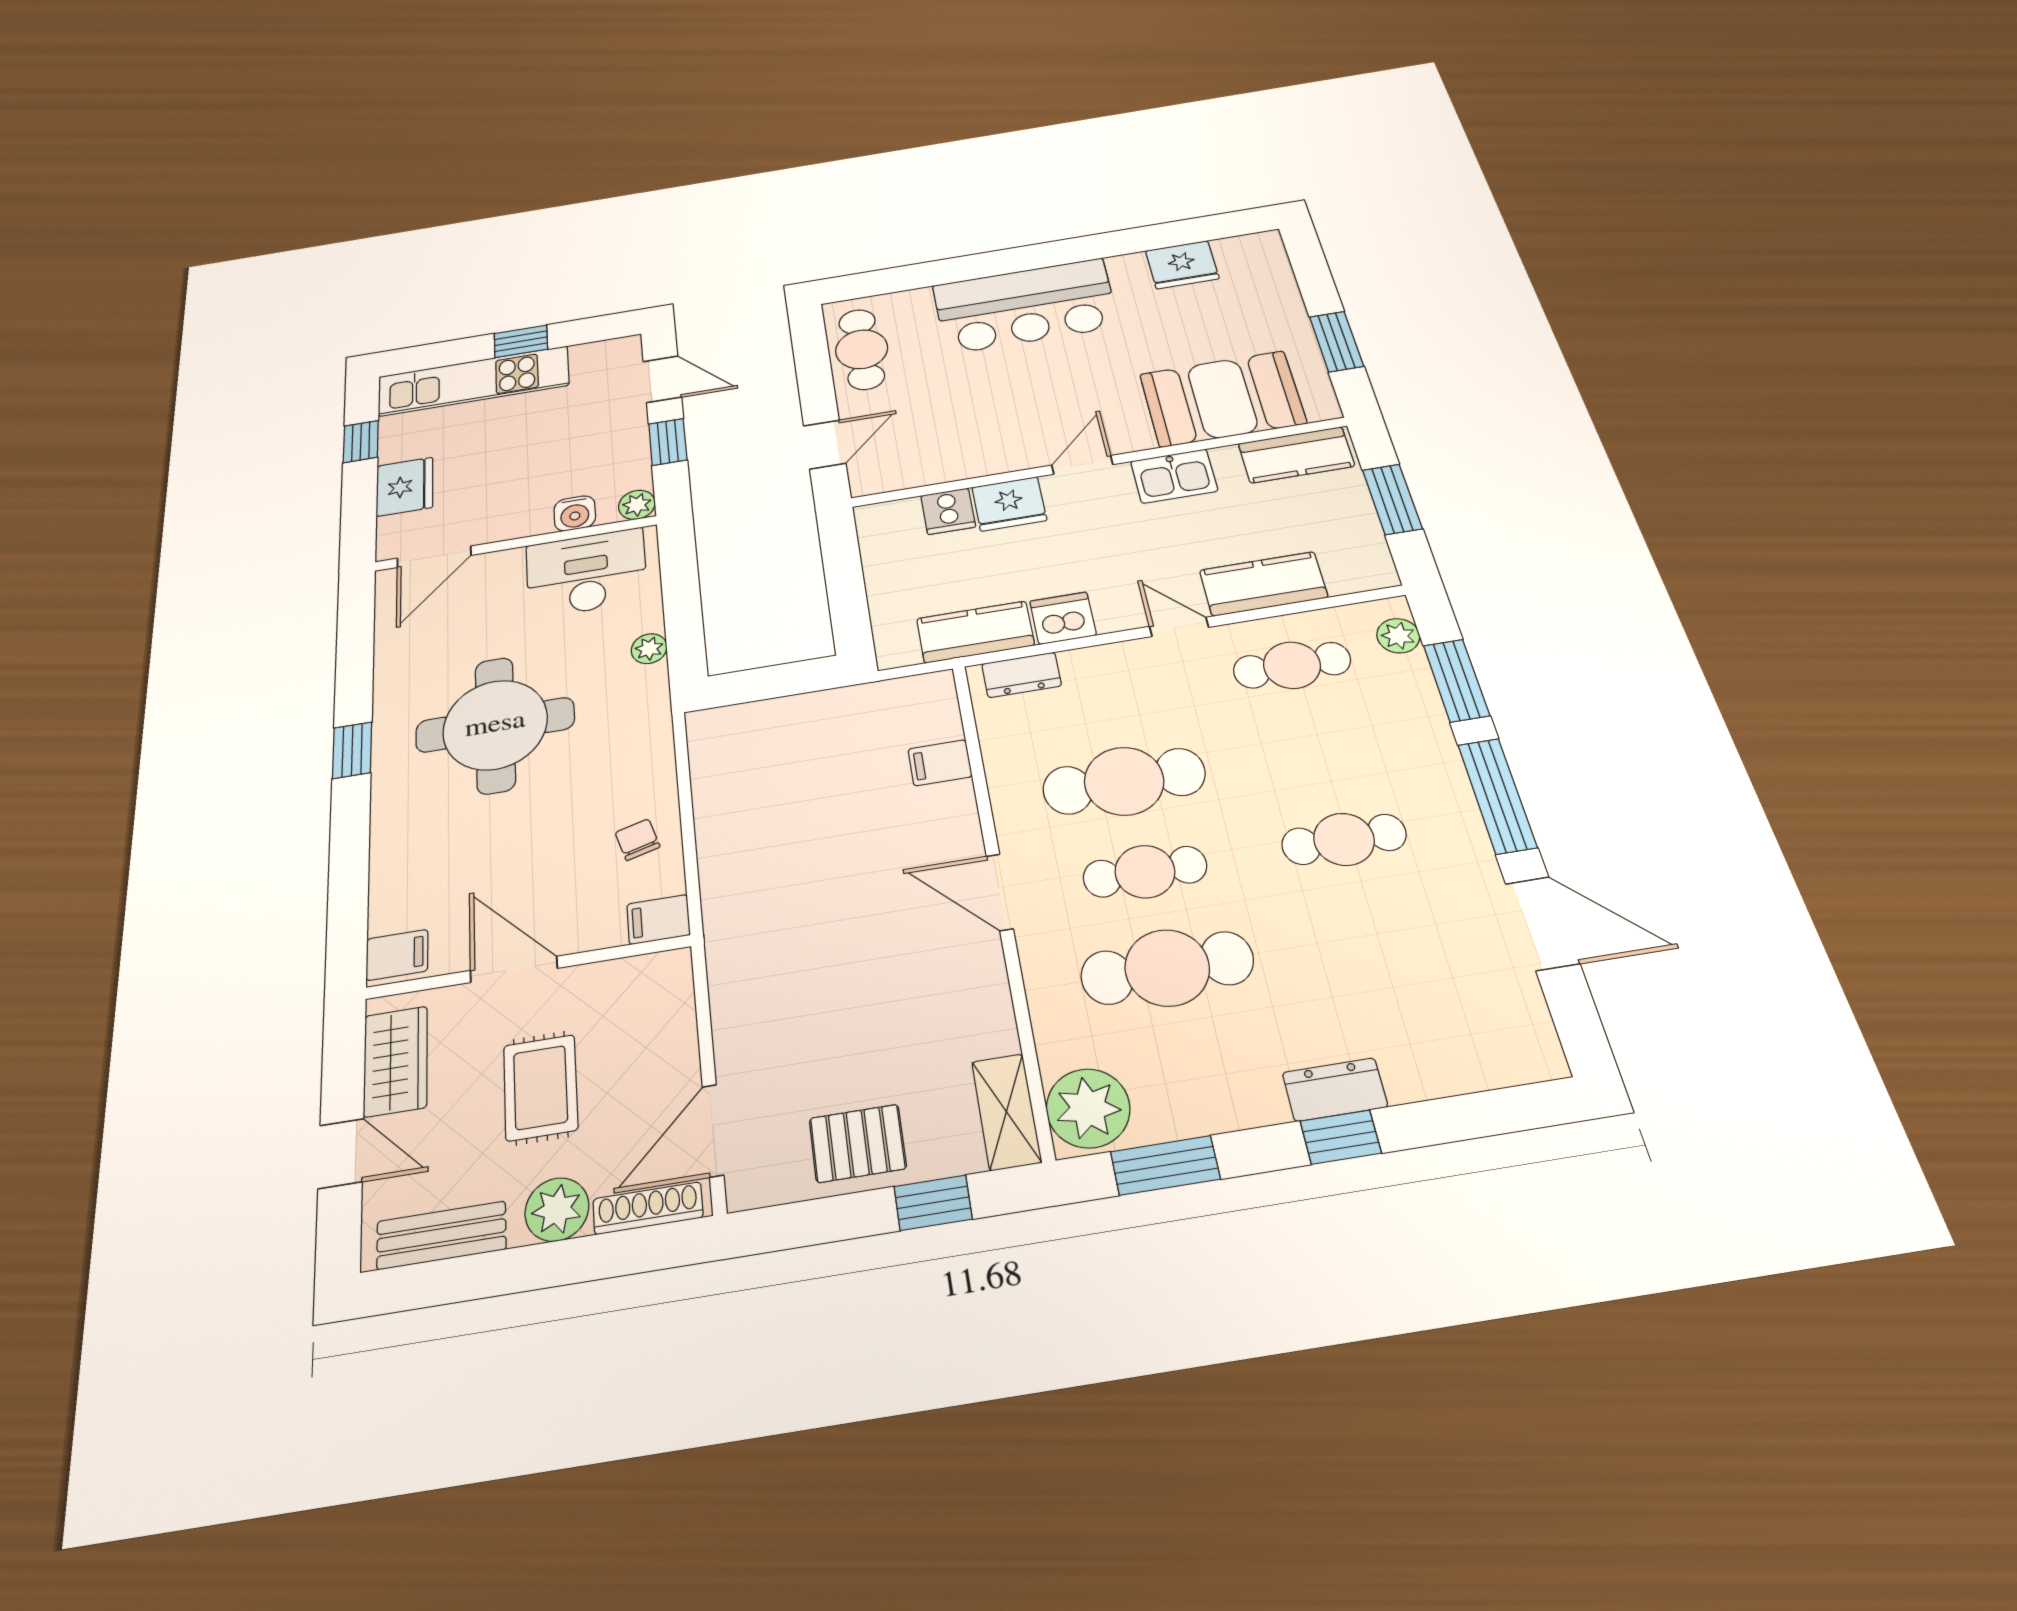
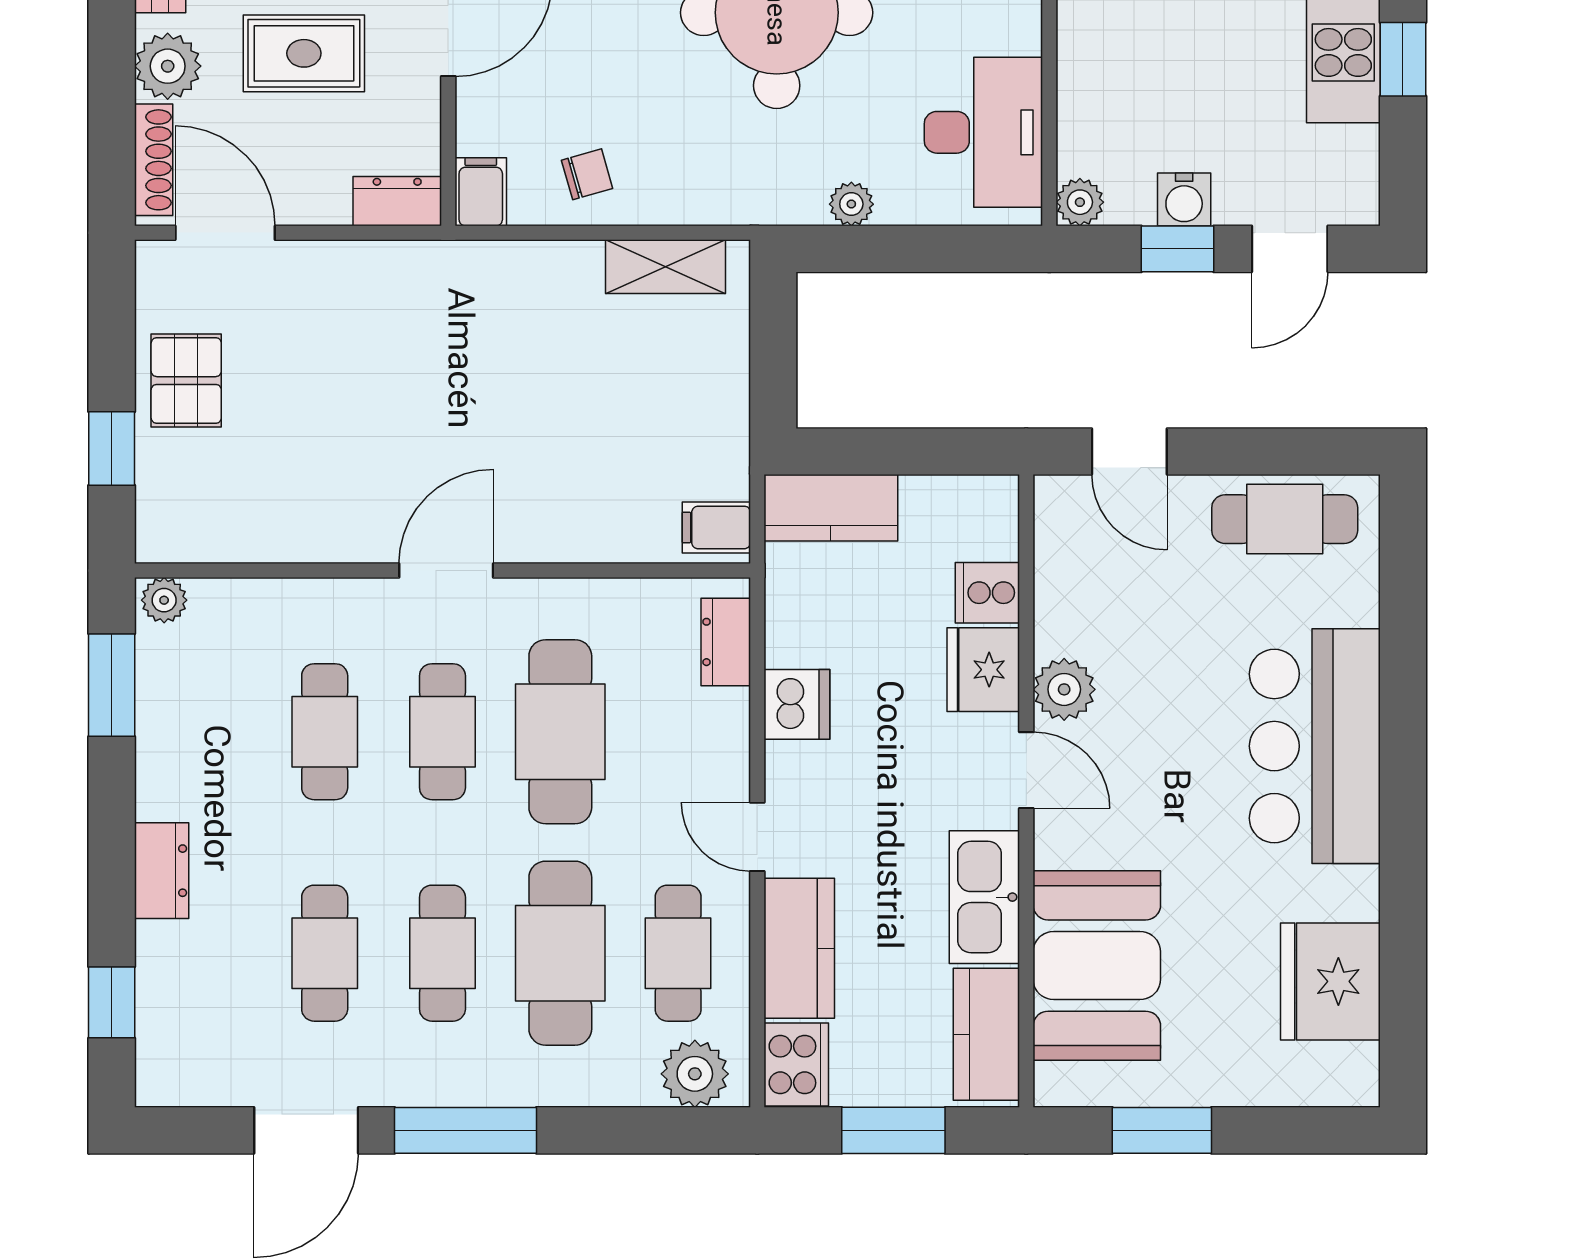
fridge: (1182, 265) -> (1330, 981), width x1.36, depth x1.34
plant: (1014, 453) -> (1064, 689), added
kitchen sink: (1174, 476) -> (984, 897), width x1.38
water cooler: (575, 513) -> (1184, 199), moved, turned -90
cooker: (1360, 570) -> (796, 1064), added
door: (1179, 627) -> (757, 837), swing flipped
kitchen counter: (975, 632) -> (831, 508), moved, turned 90
plant: (1398, 636) -> (695, 1074), width x1.38, depth x1.38
window: (1456, 680) -> (621, 1130), removed
cafe table: (1317, 750) -> (560, 953), added
filing cabinet: (940, 763) -> (716, 527), moved, turned -90
cafe table: (1372, 935) -> (325, 953), added
cafe table: (1167, 968) -> (325, 732), width x0.73, depth x0.74
dresser: (672, 986) -> (397, 201), added
plant: (1088, 1108) -> (164, 600), width x0.53, depth x0.53
shelving: (1006, 1112) -> (665, 267), moved
window: (1341, 1137) -> (112, 1002), moved

